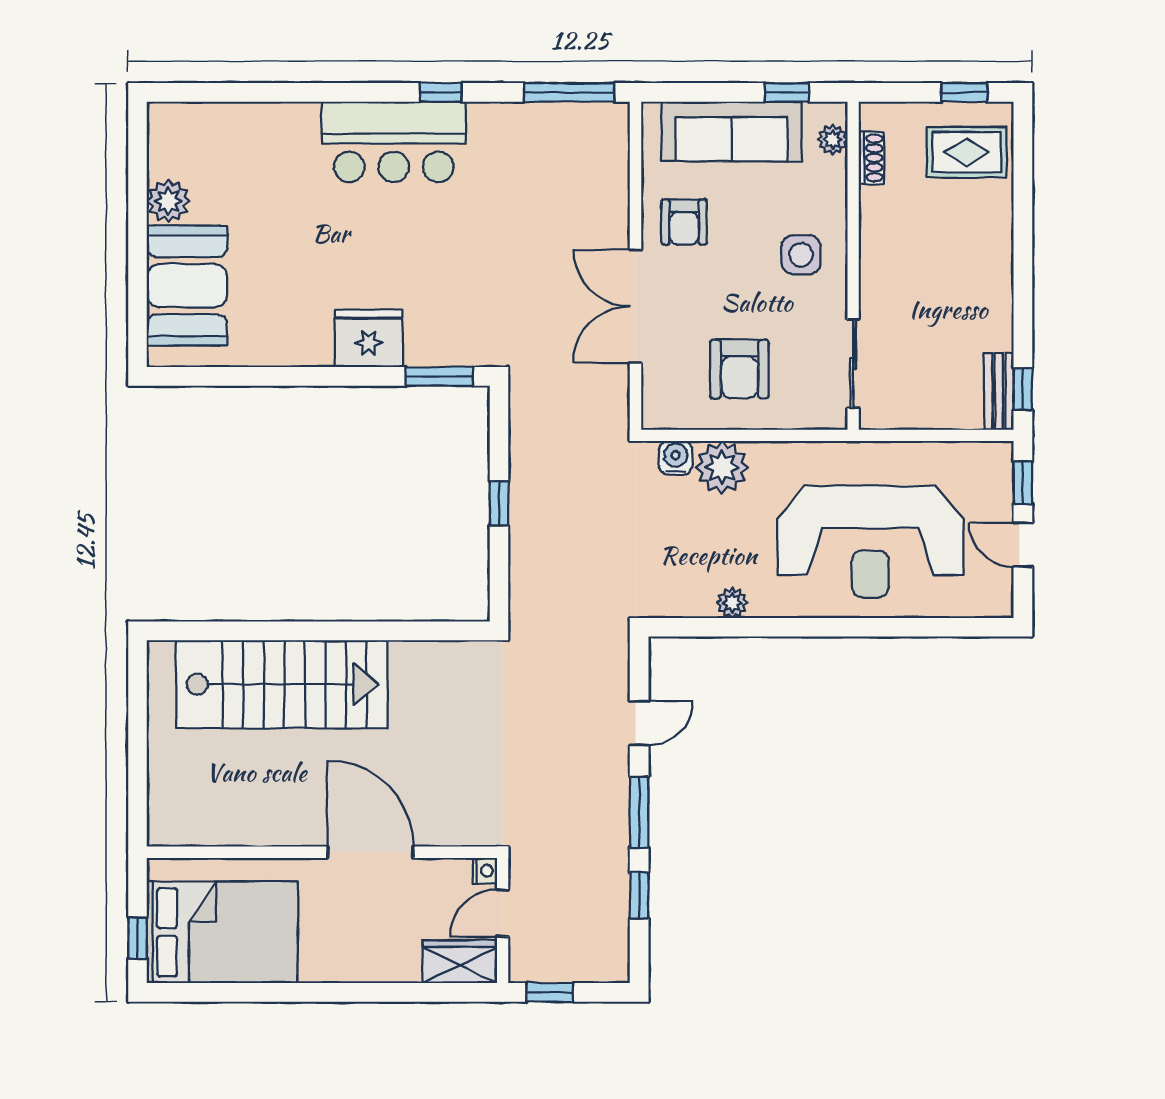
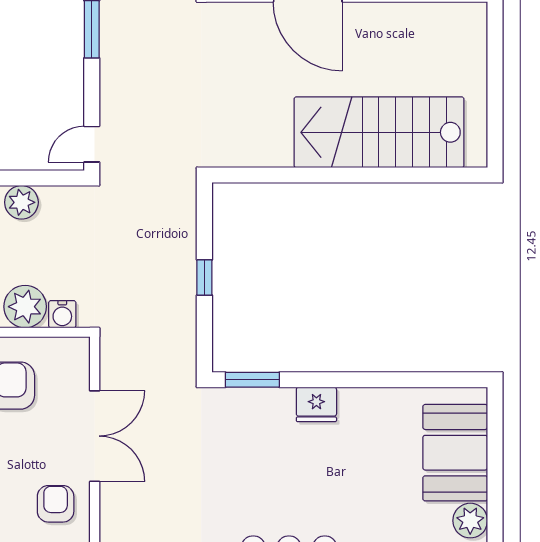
fridge: (369, 338) -> (316, 404), width x0.73, depth x0.75
plant: (732, 603) -> (21, 202), width x1.38, depth x1.38
door: (639, 723) -> (92, 144), moved

